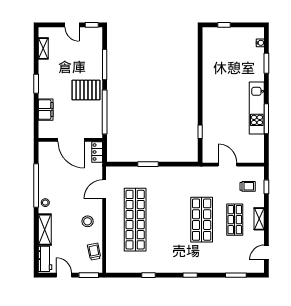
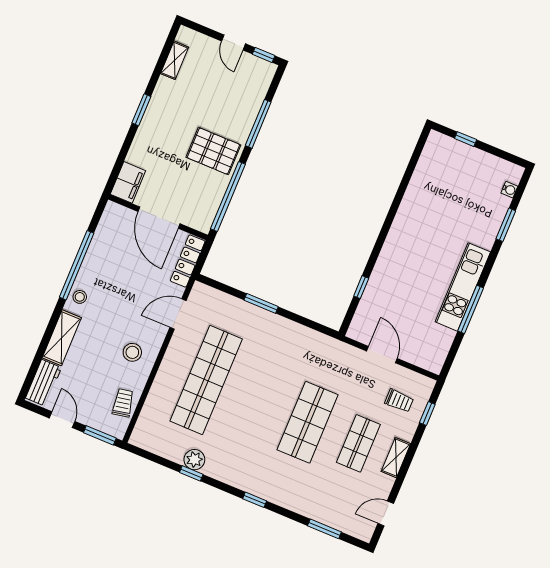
filing cabinet: (46, 110) -> (128, 182), moved
locker: (97, 152) -> (188, 261), width x1.53
plant: (147, 267) -> (194, 460), added

